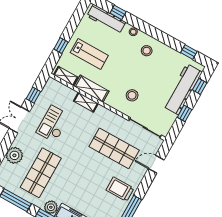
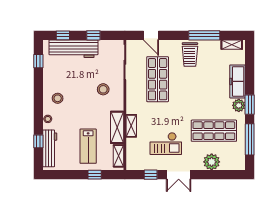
lab bench: (89, 54) -> (88, 146), turned 180

